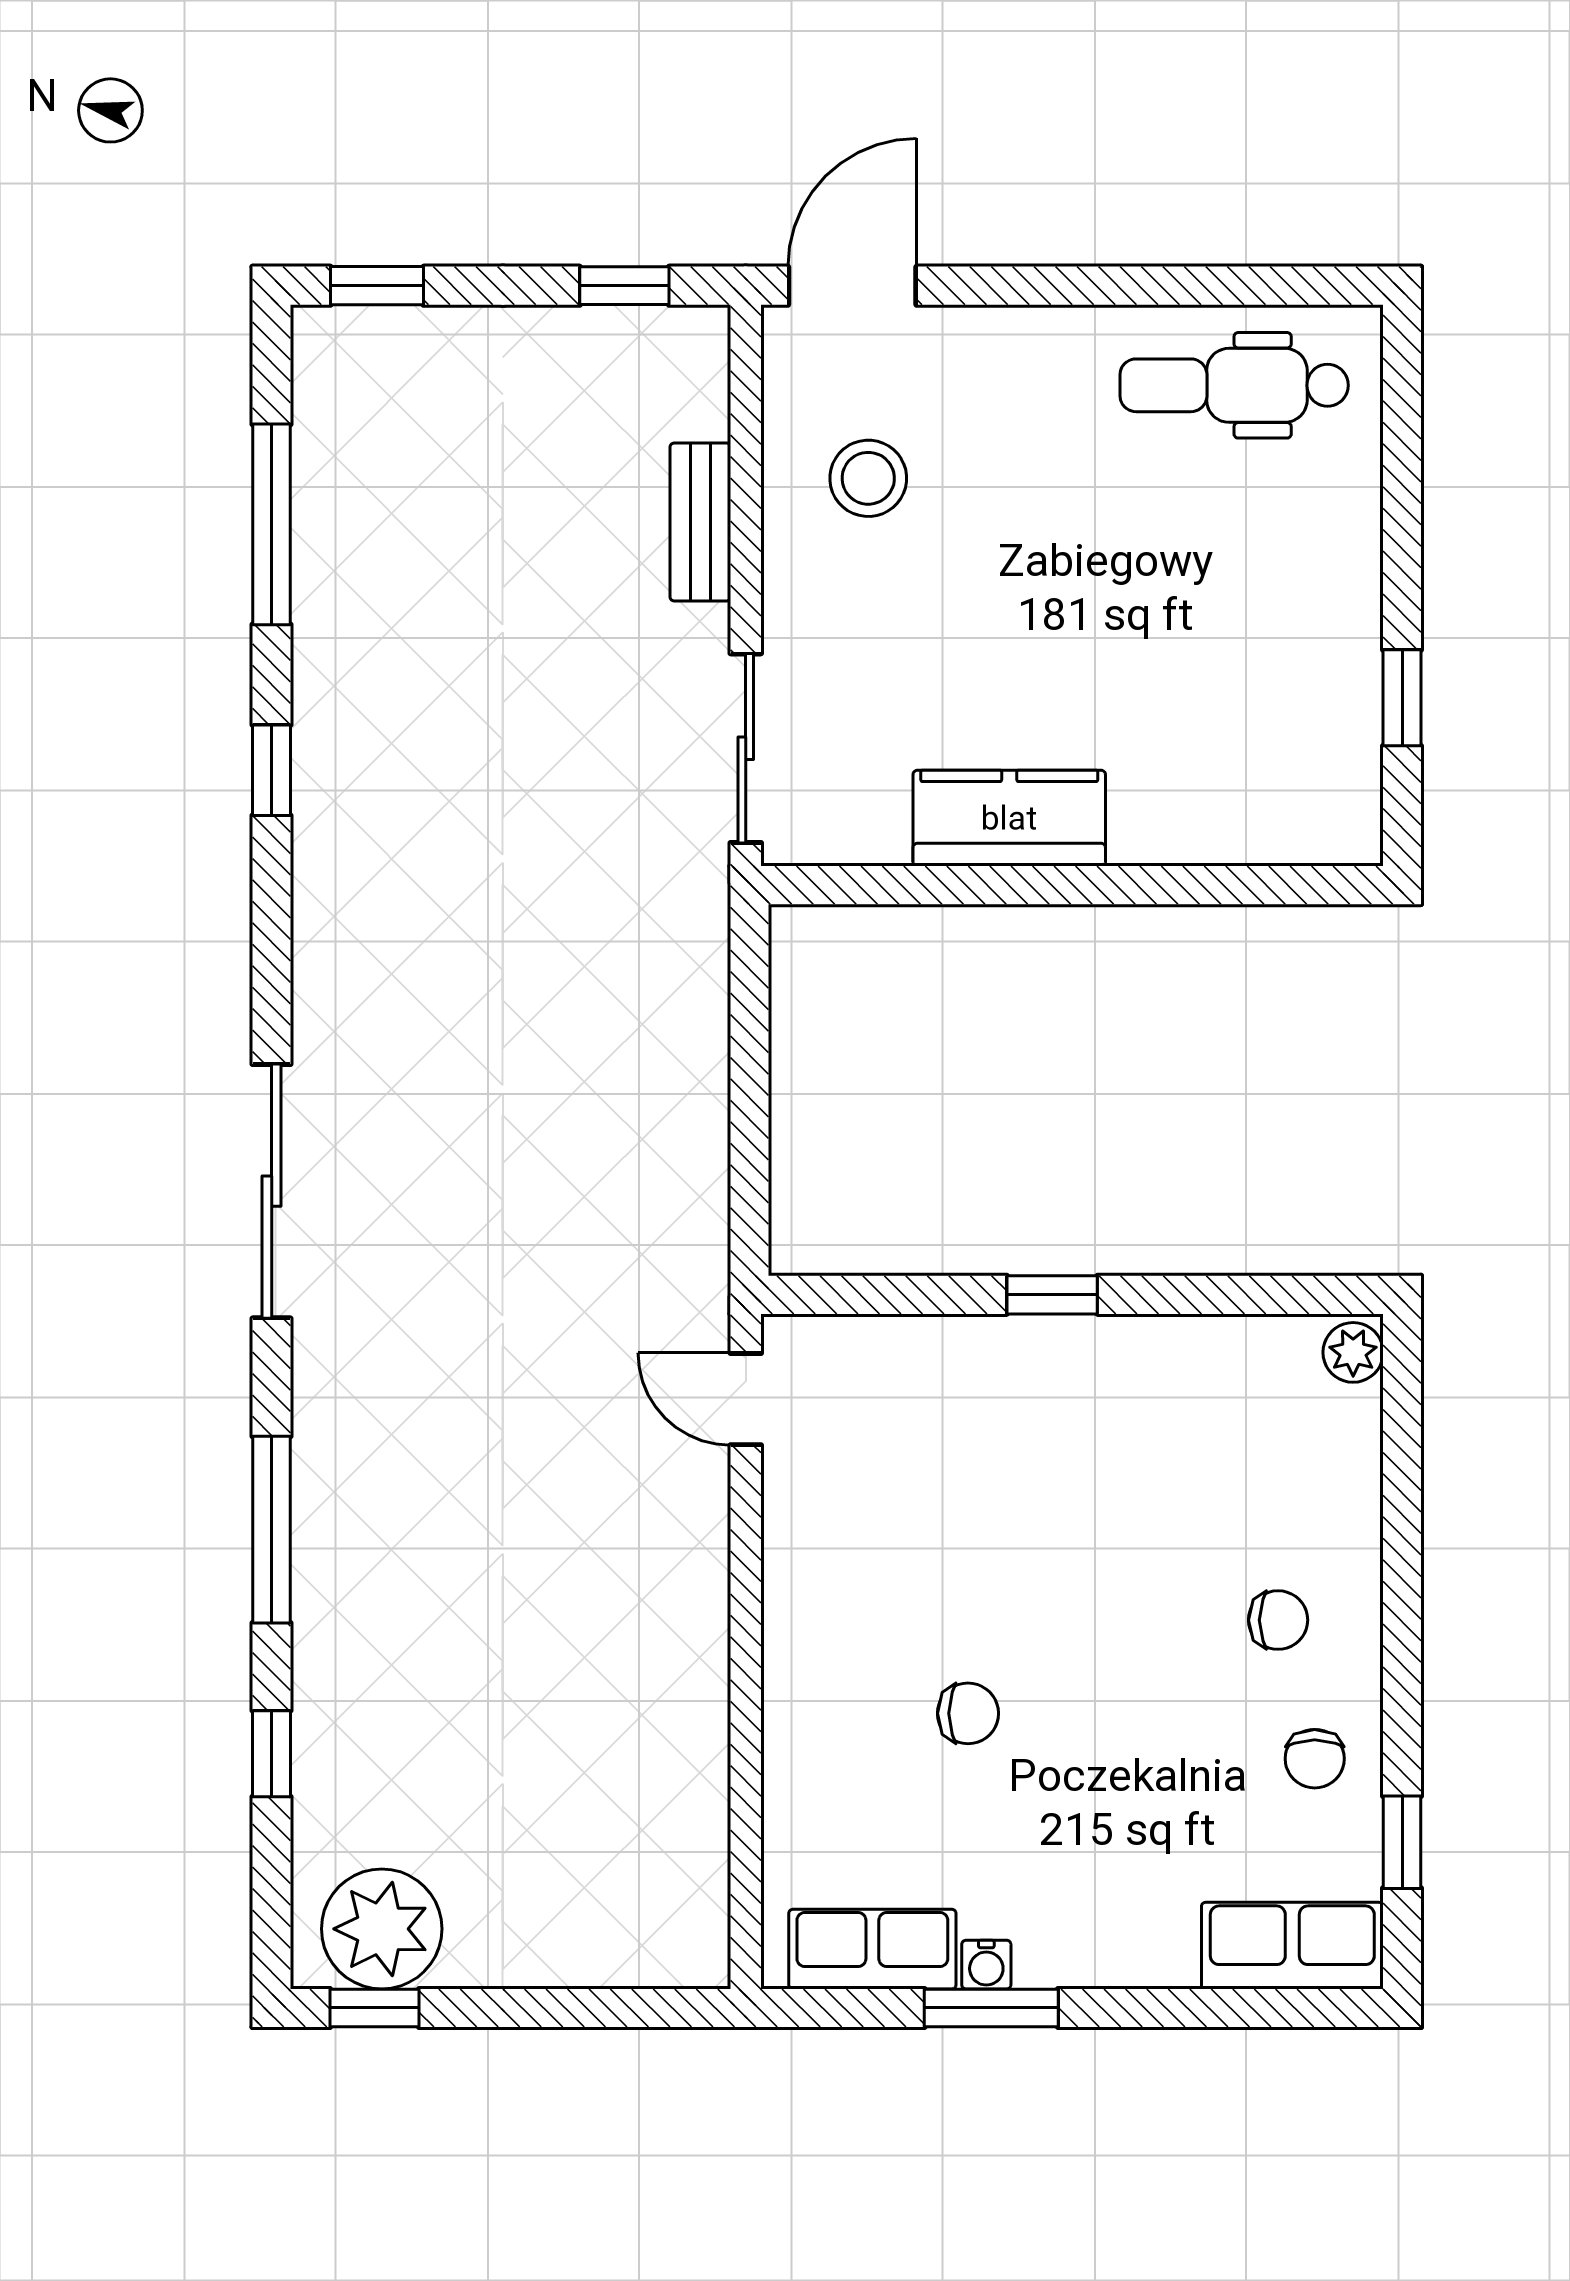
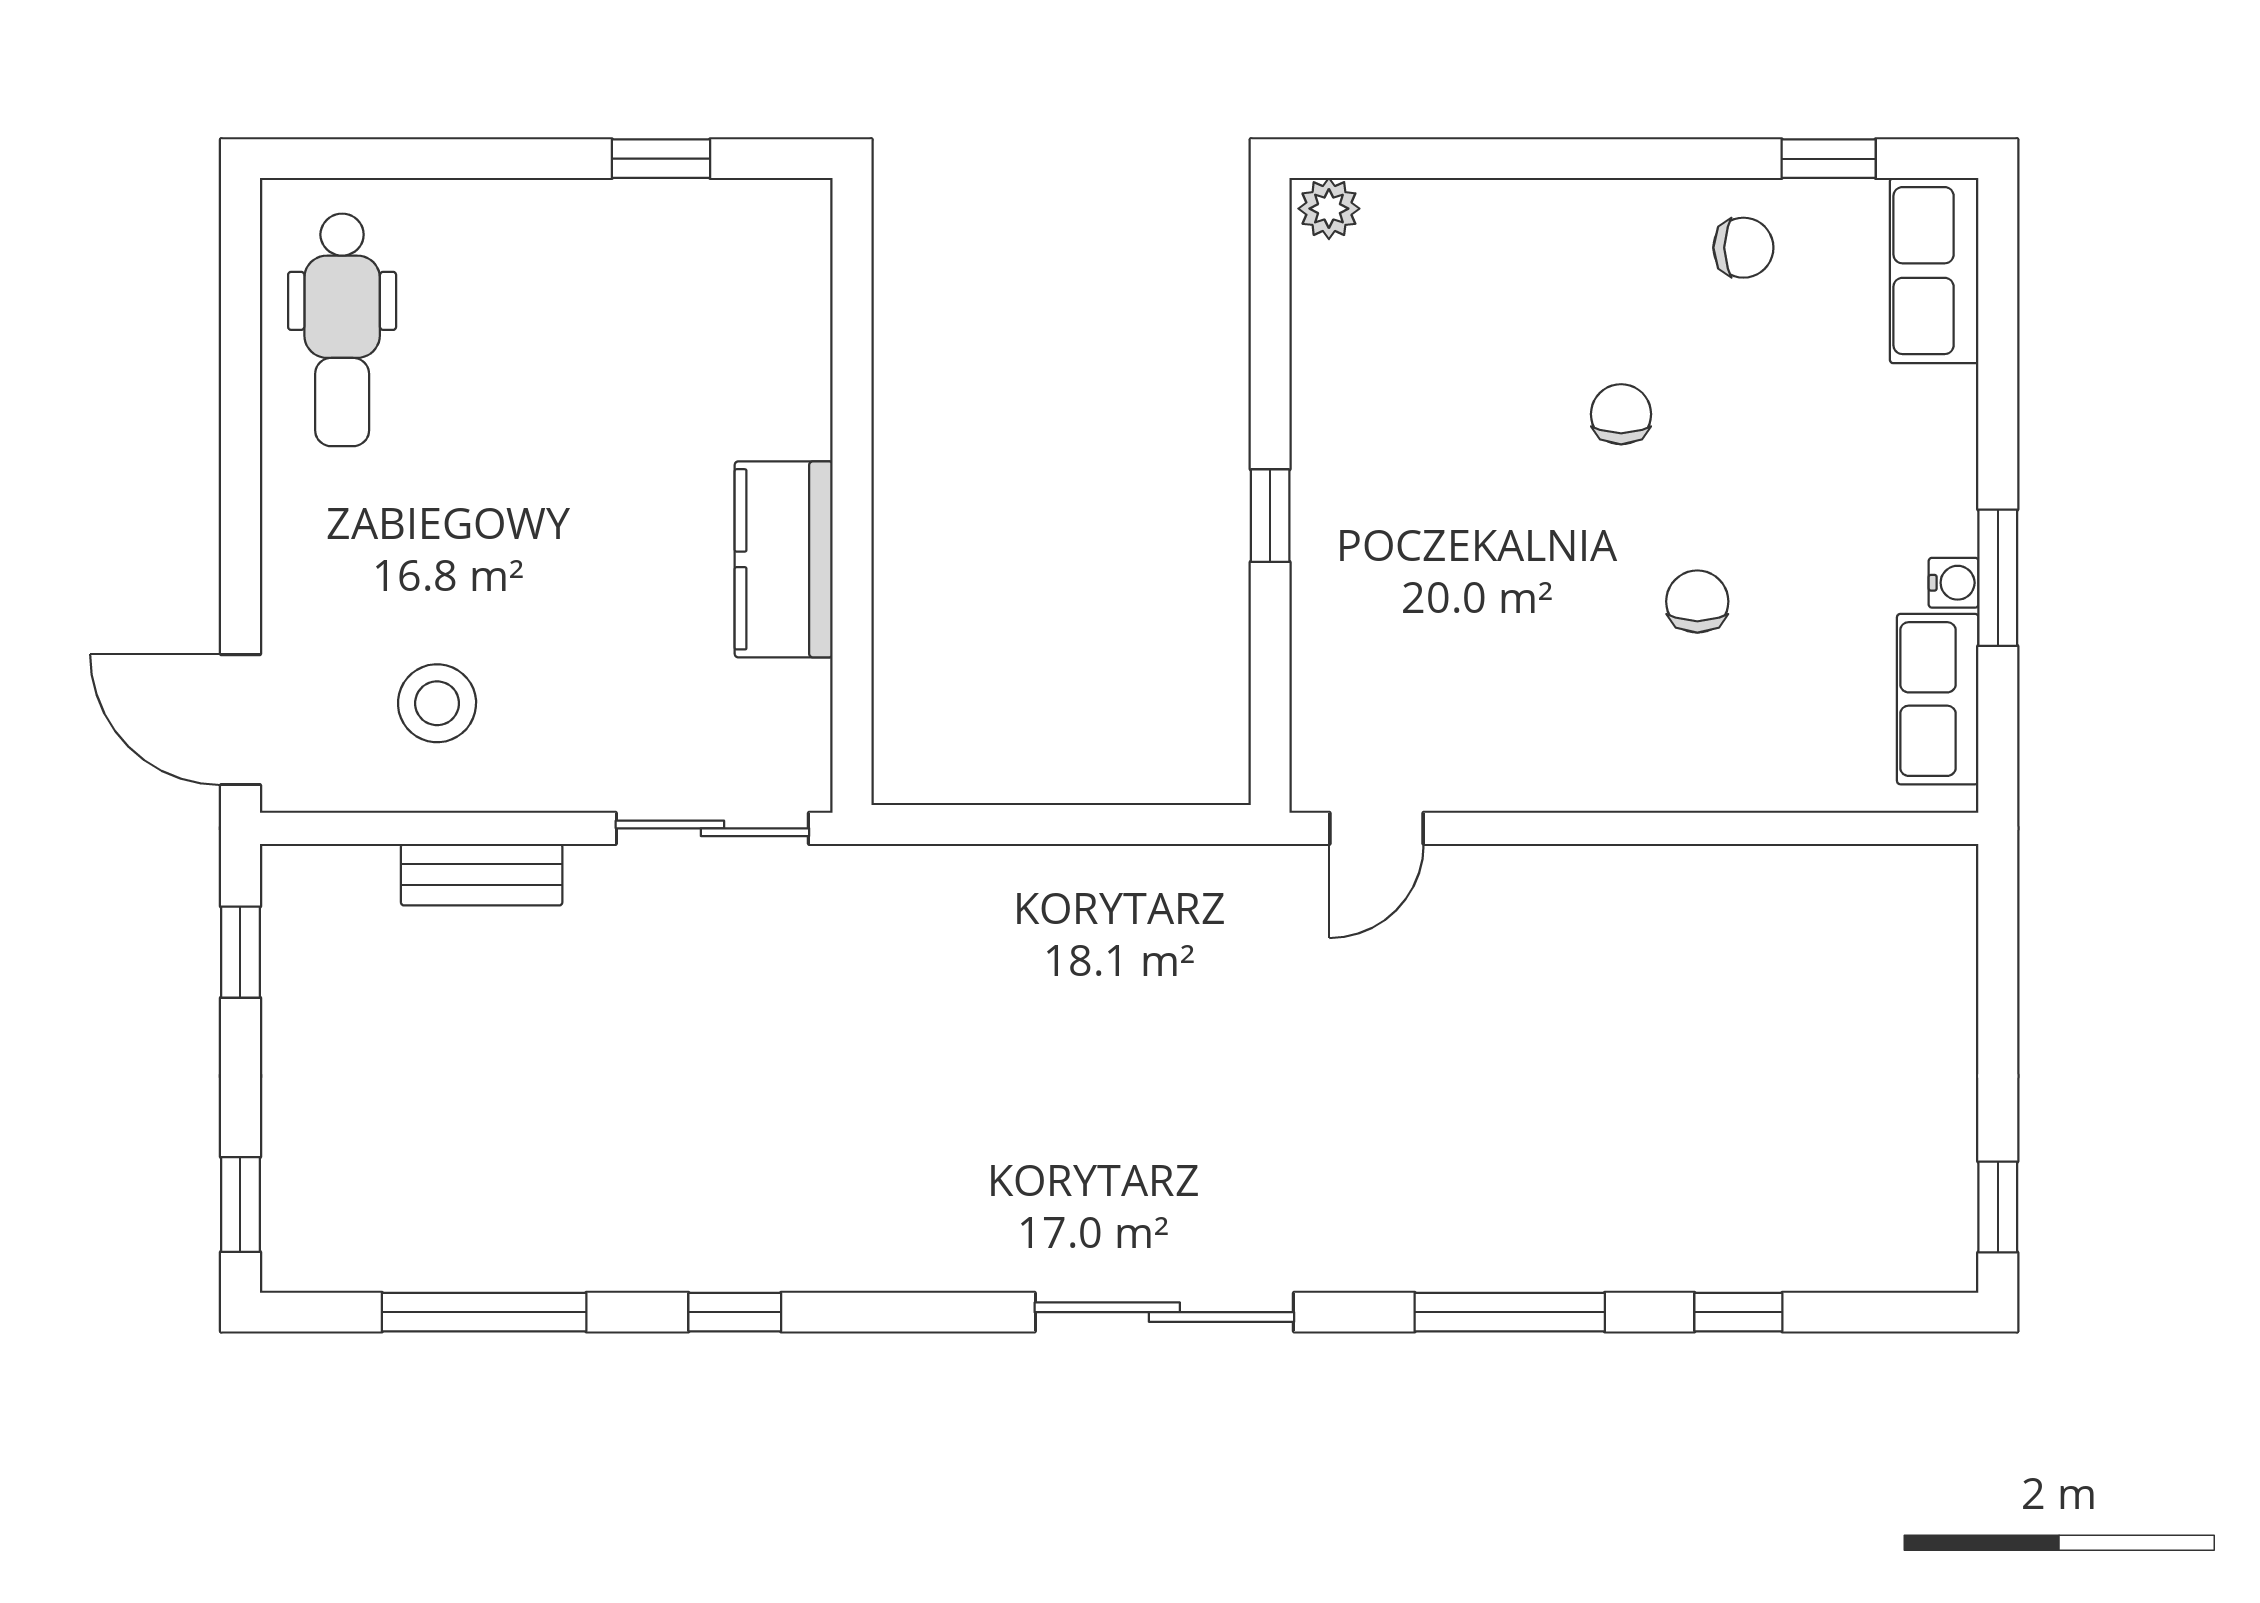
chair: (1278, 1620) -> (1621, 414), moved
plant: (382, 1929) -> (1917, 1200), removed

